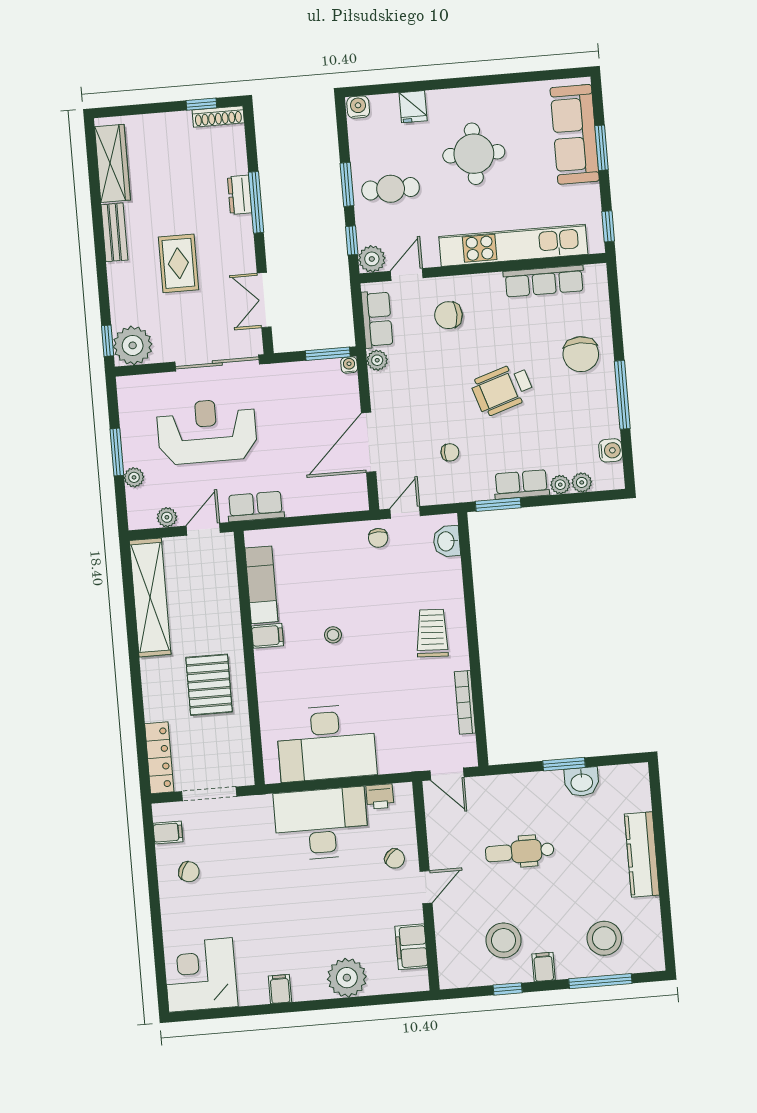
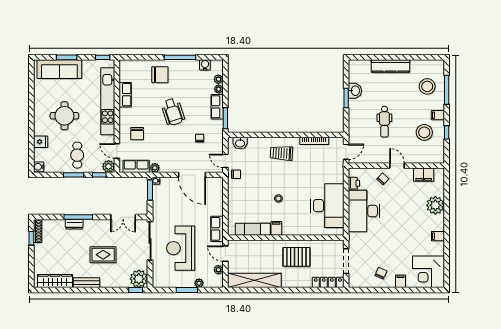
row of seats: (544, 281) -> (125, 95), width x0.68
filing cabinet: (168, 832) -> (401, 281), moved

